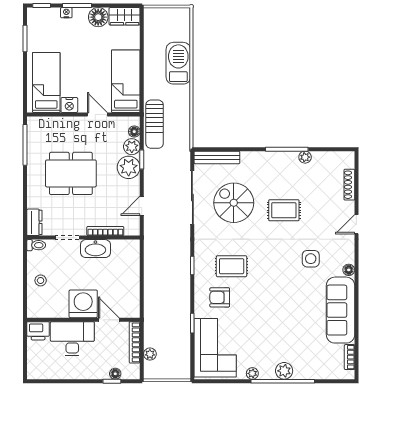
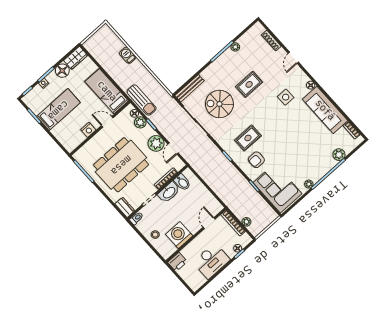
barbecue: (178, 63) -> (128, 55), width x0.53, depth x0.65
bed: (46, 82) -> (58, 110), moved, turned 90
plant: (129, 167) -> (156, 143), moved
dining table: (71, 173) -> (121, 165), width x1.36, depth x1.24
bidet: (119, 251) -> (182, 182), added
washing machine: (83, 304) -> (179, 235), moved
door: (109, 320) -> (209, 223), hinge flipped
desk: (72, 339) -> (211, 261), moved, turned 180
plant: (284, 371) -> (339, 155), moved

